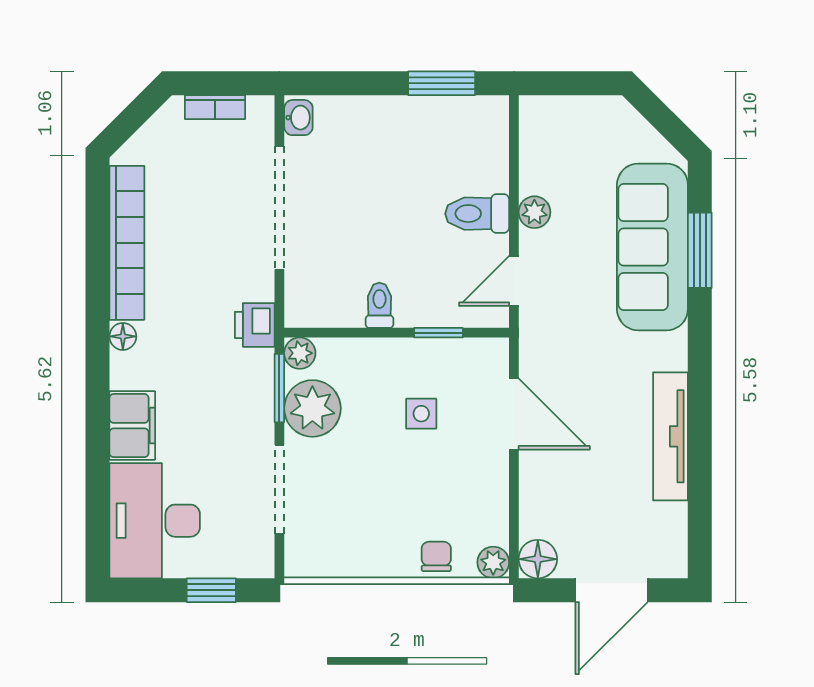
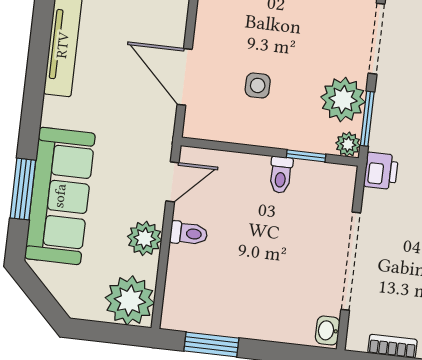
plant: (550, 126) -> (130, 300), added
plant: (534, 212) -> (145, 238), width x1.38, depth x1.38
toilet: (477, 214) -> (189, 233), width x0.73, depth x0.72
window: (439, 333) -> (306, 156), moved

